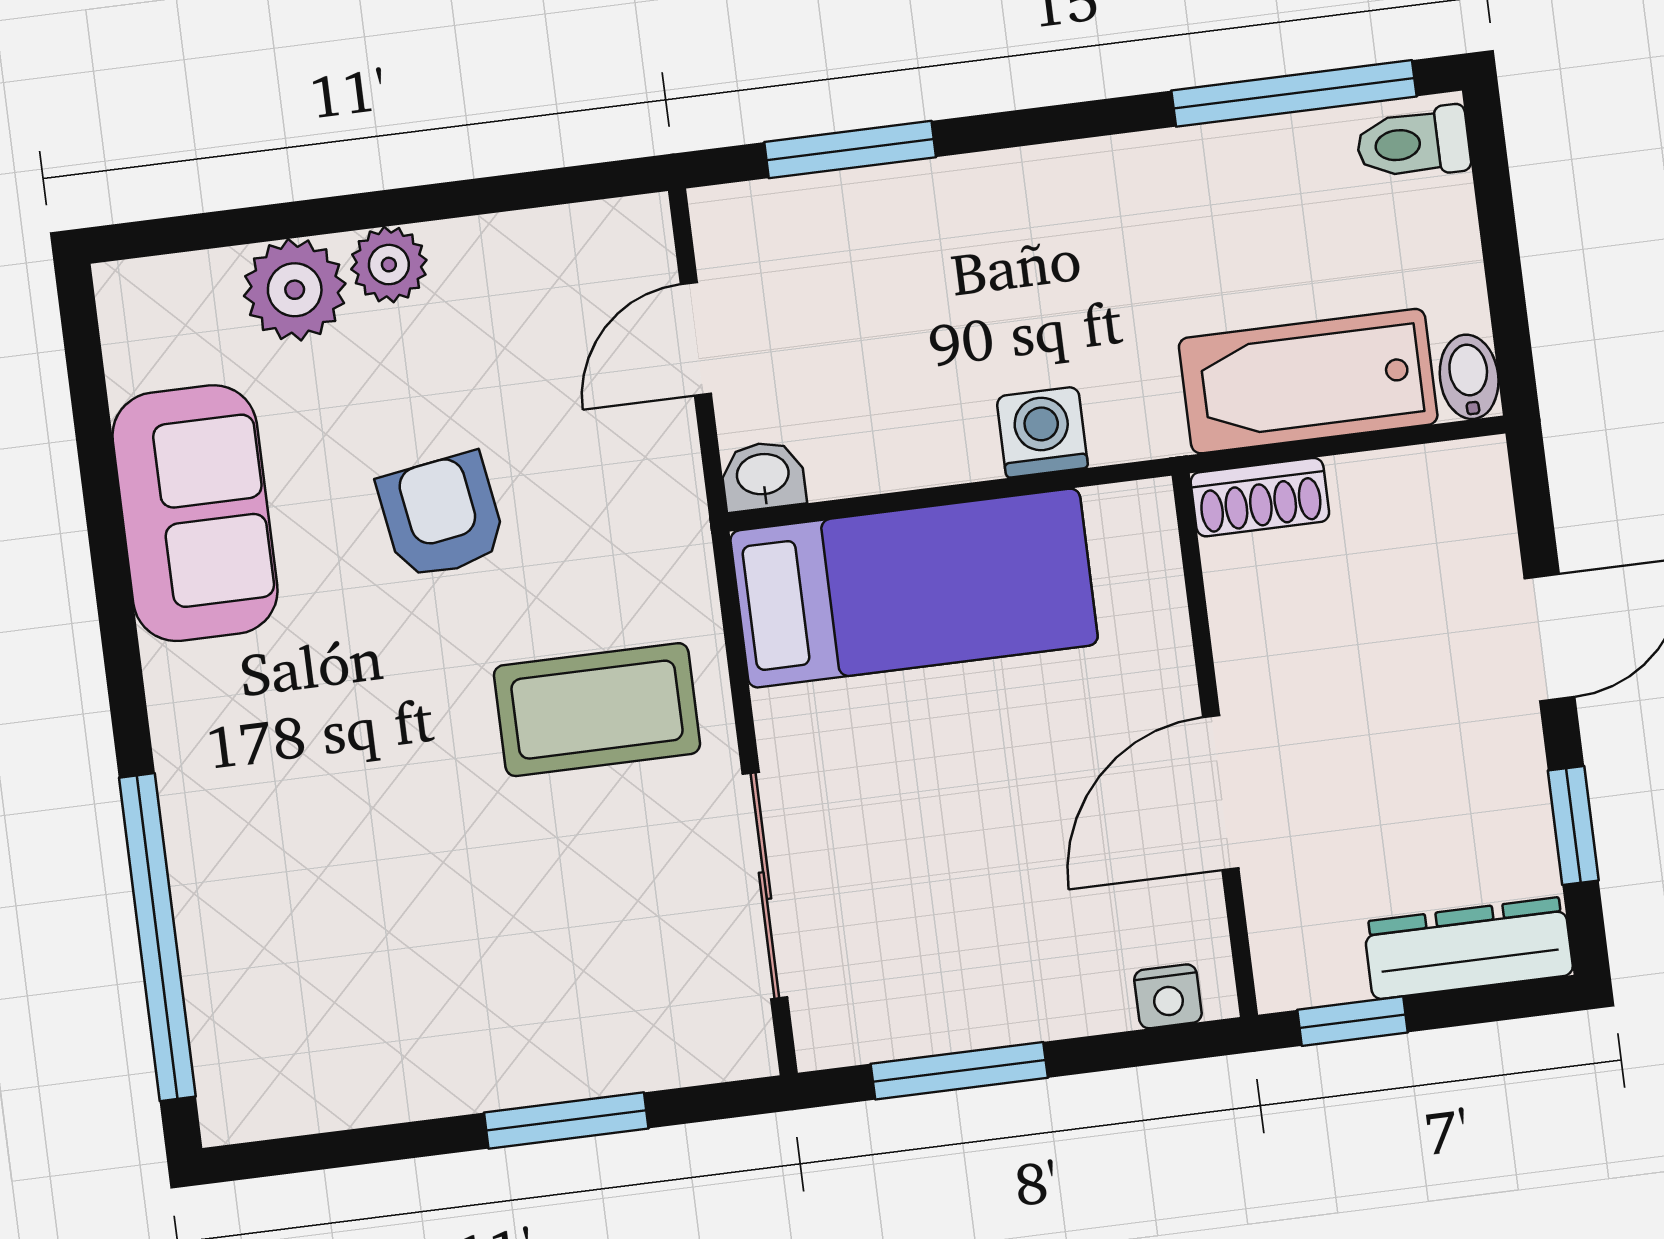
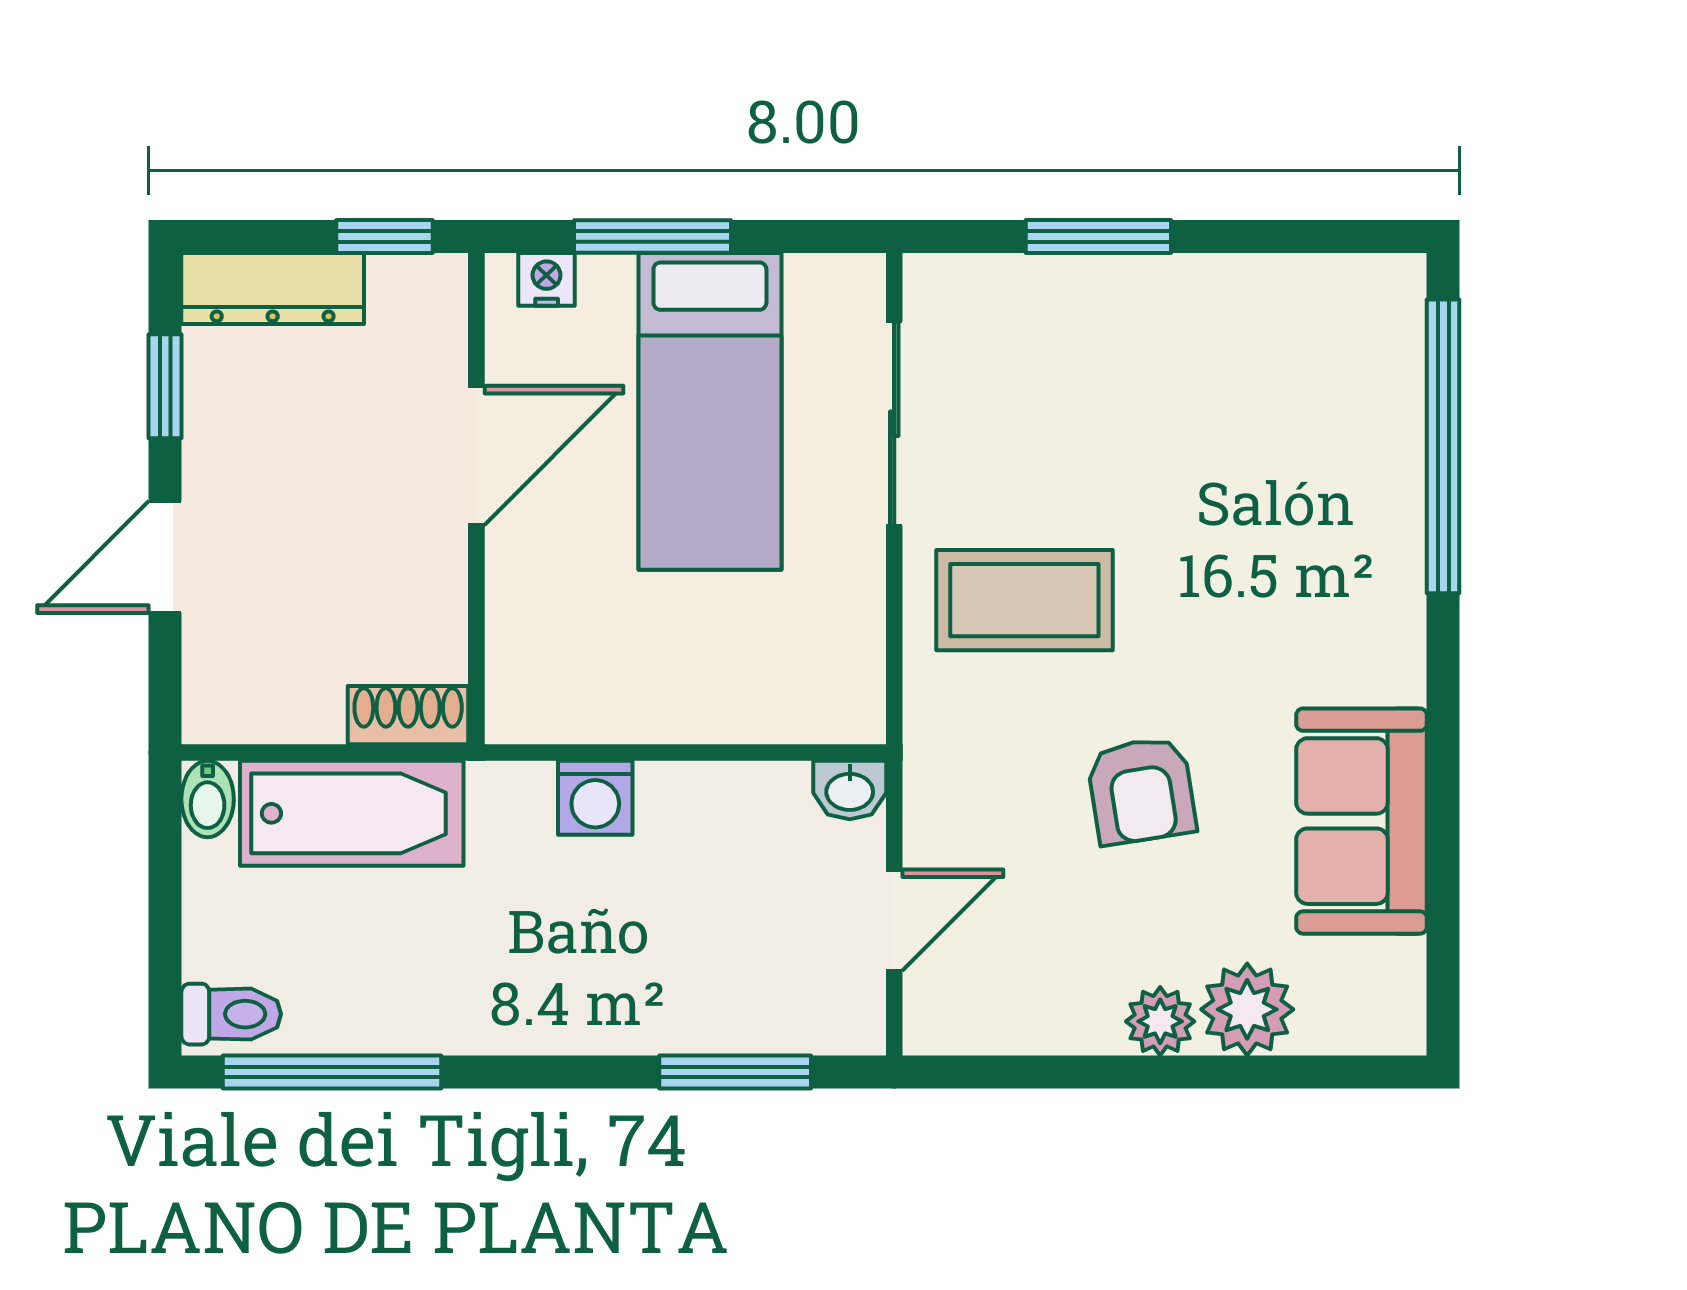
bed: (914, 588) -> (710, 411), moved, turned -90
window: (959, 1071) -> (652, 236), moved

